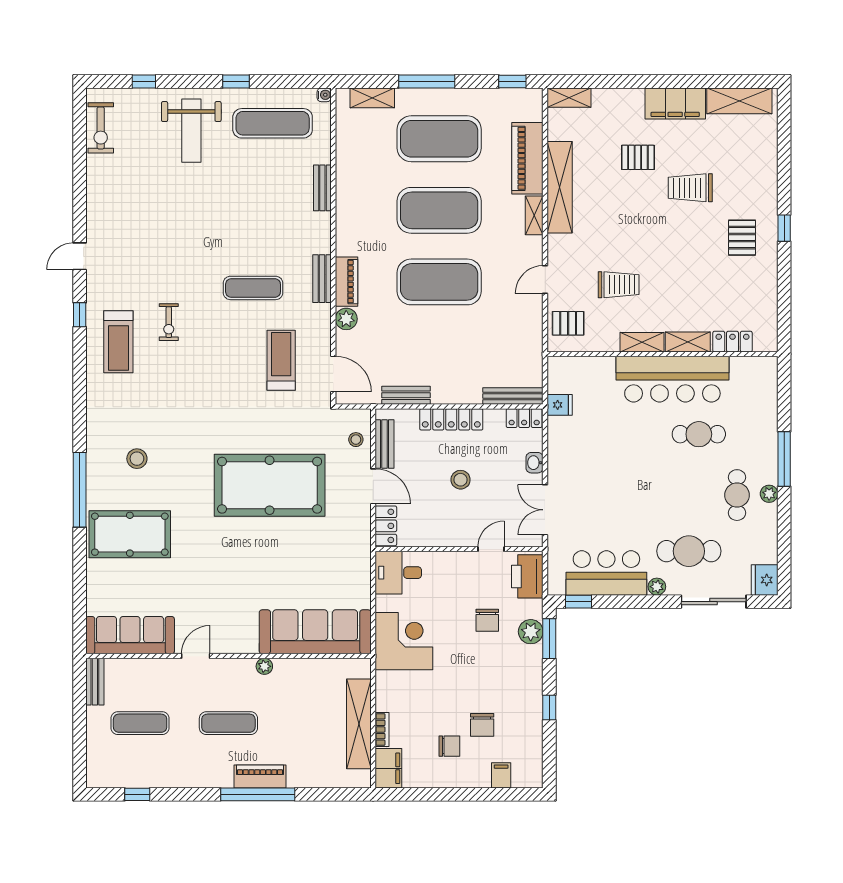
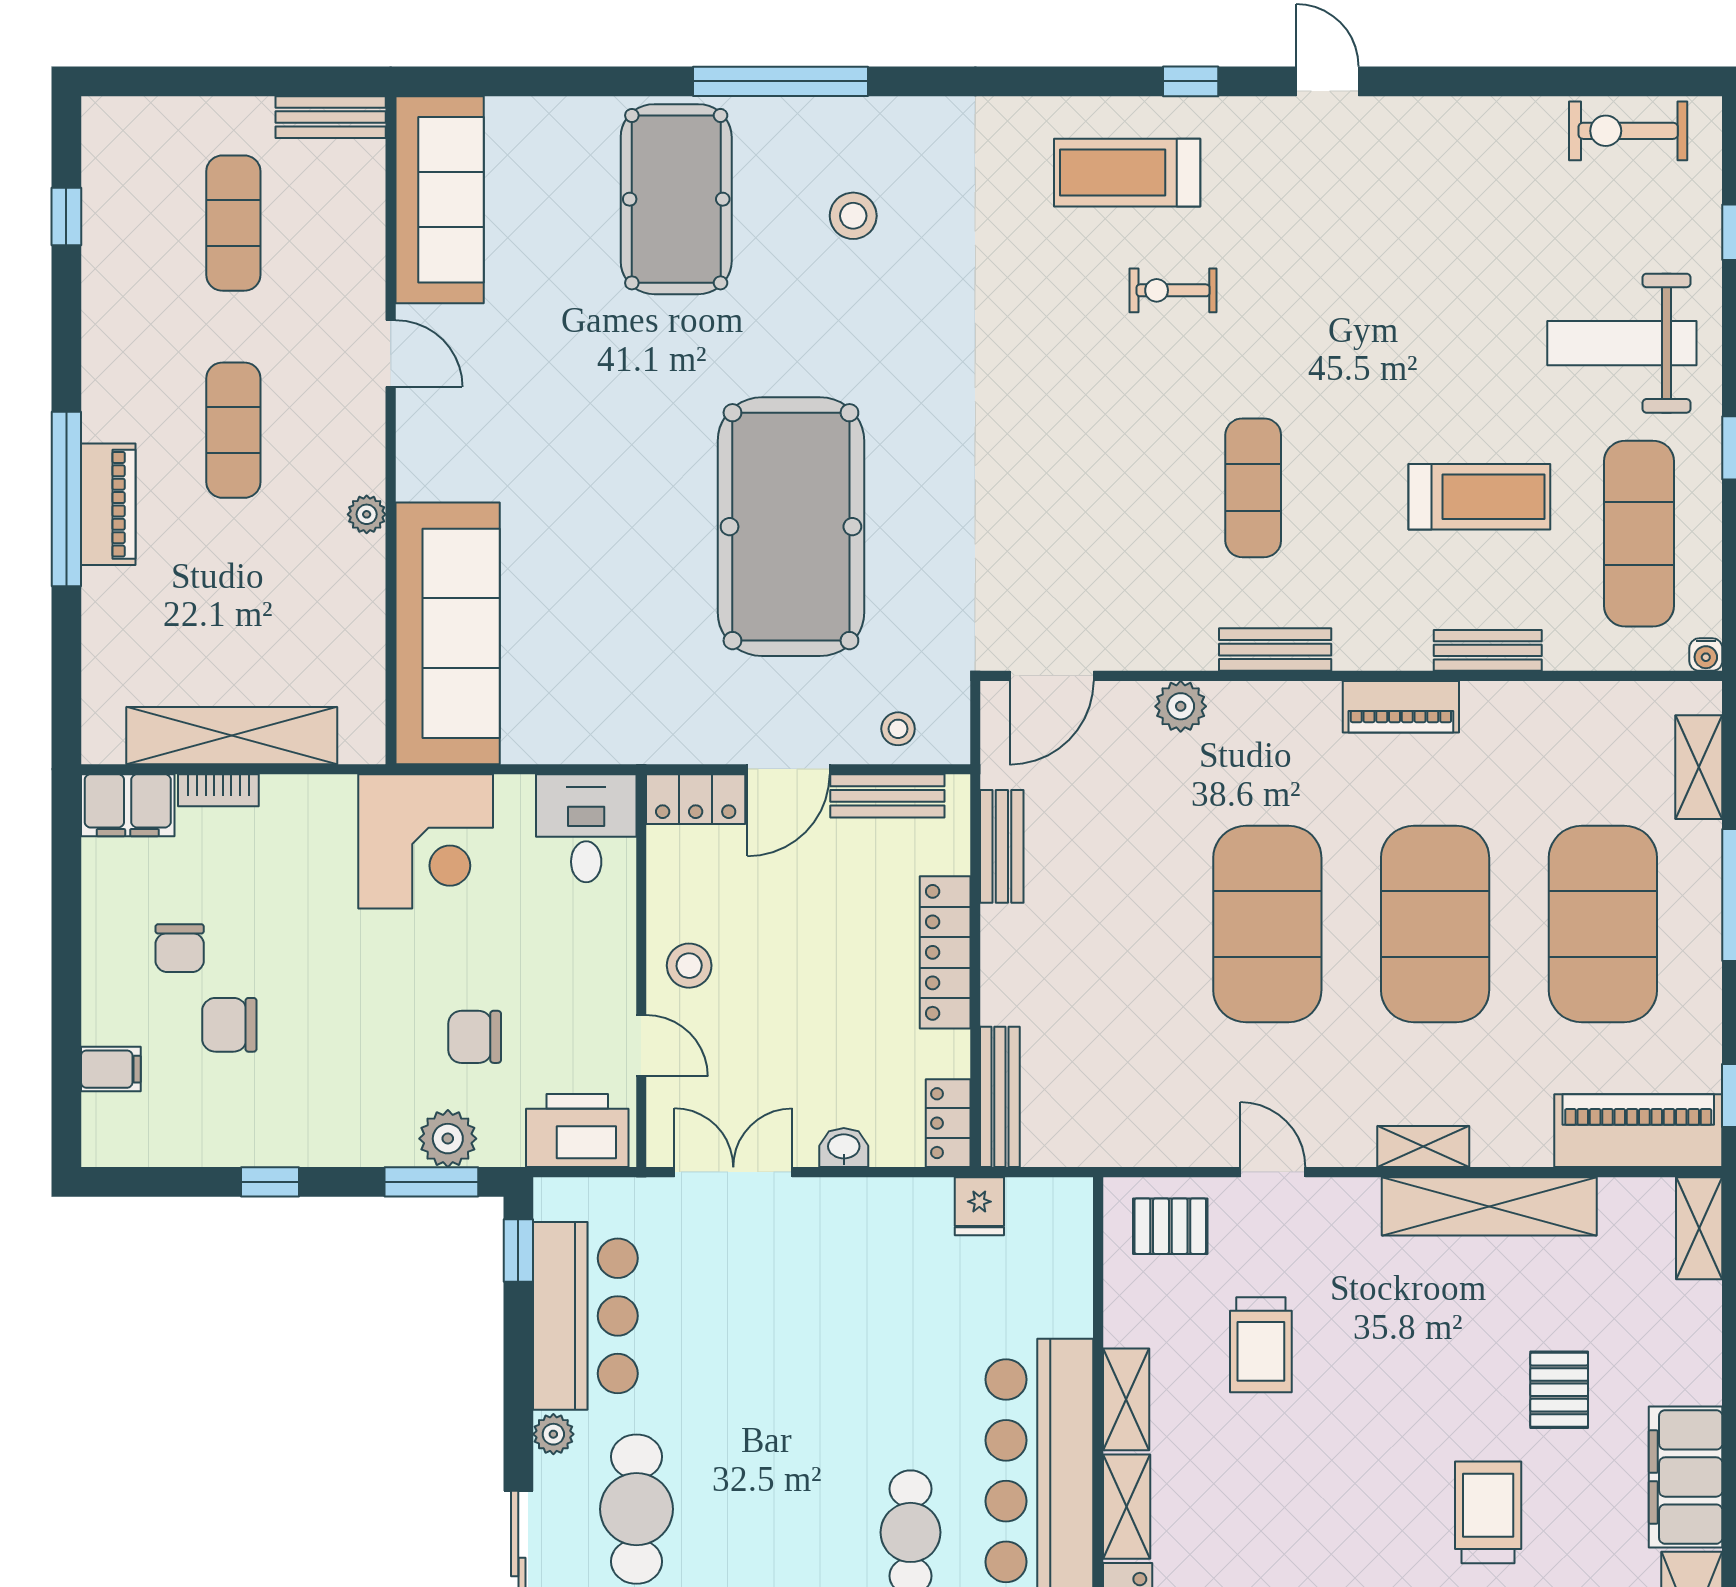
piano: (527, 158) -> (1638, 1131), moved
piano: (346, 282) -> (1401, 707), moved
pallet: (568, 323) -> (1170, 1226), turned 90
treadmill: (281, 360) -> (1479, 497), moved
stool: (461, 480) -> (689, 966), moved

